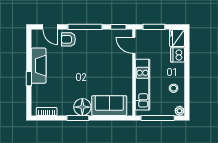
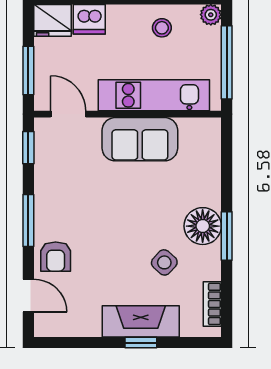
door: (50, 27) -> (28, 296), hinge flipped
window: (85, 27) -> (28, 220), width x0.69
door: (134, 45) -> (68, 114), swing flipped
fireplace: (39, 66) -> (141, 321), moved
side table: (66, 89) -> (164, 262), added
sofa: (109, 106) -> (140, 139), moved, turned -90

